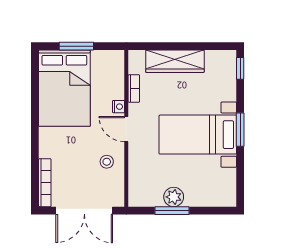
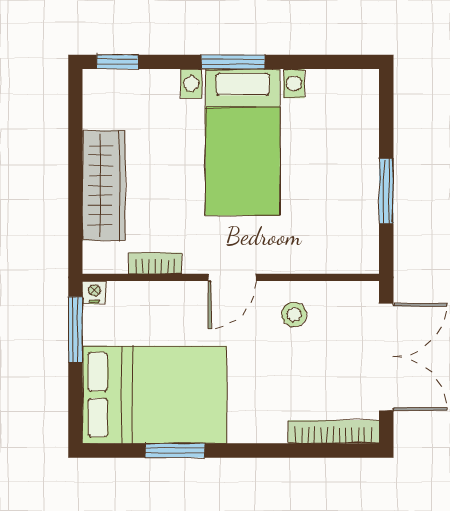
window: (76, 46) -> (75, 329), moved
window: (35, 99) -> (175, 450), added
nightstand: (119, 107) -> (94, 292), moved
plant: (174, 197) -> (361, 188), removed

